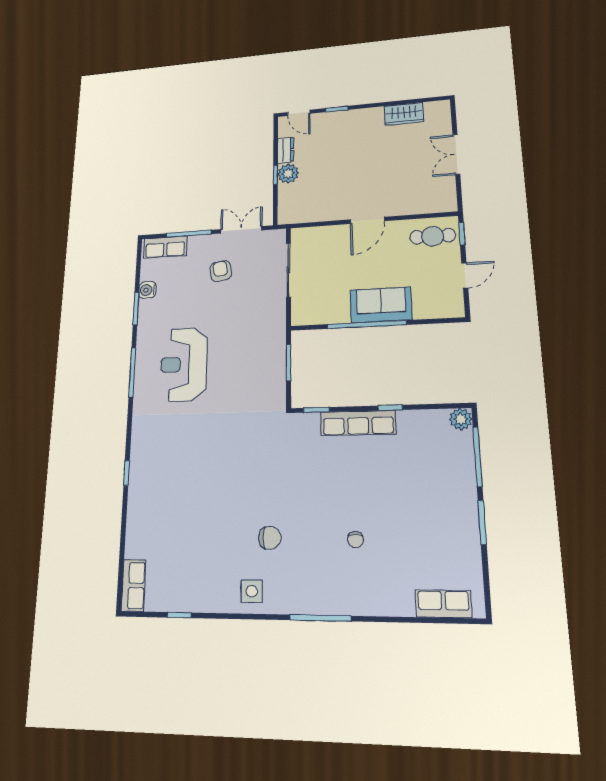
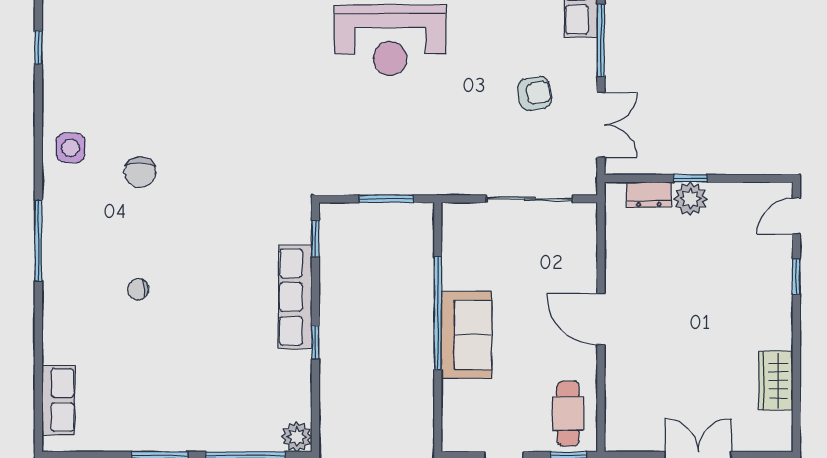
dresser: (286, 150) -> (649, 194), moved
reception desk: (184, 364) -> (390, 40), turned 180

